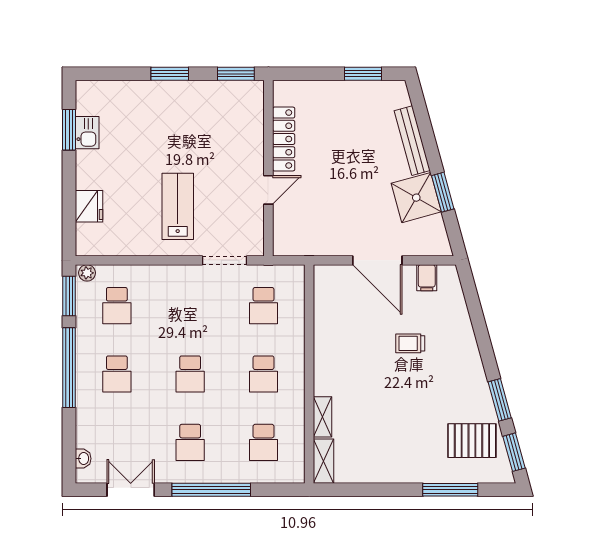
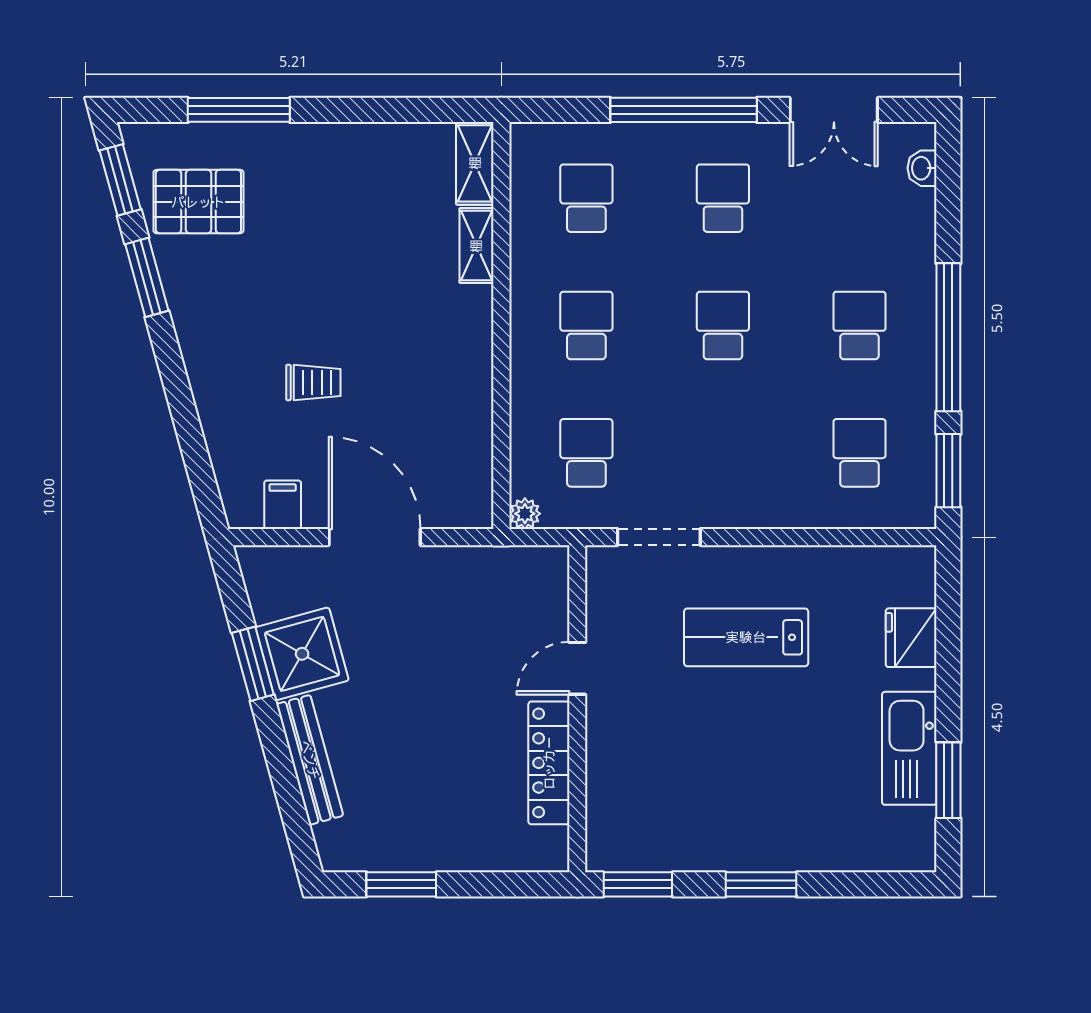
kitchen sink: (87, 133) -> (909, 748), width x1.88, depth x1.24
lab bench: (178, 206) -> (746, 637), turned 90
plant: (87, 273) -> (525, 514), moved

